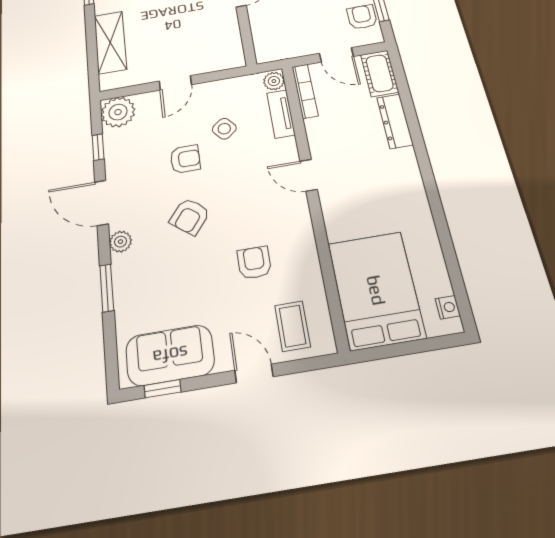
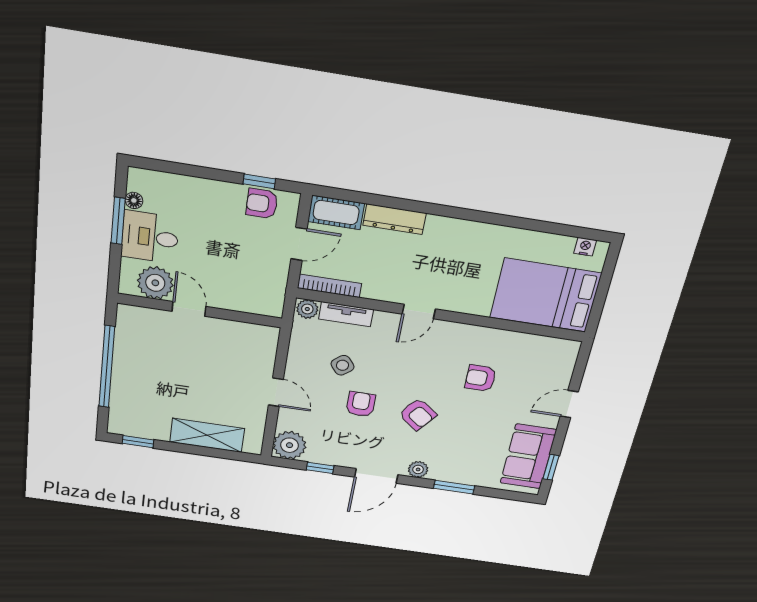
coffee table: (293, 326) -> (546, 366), removed

